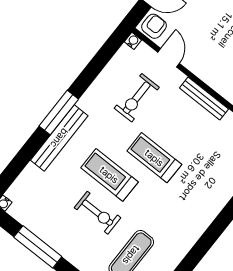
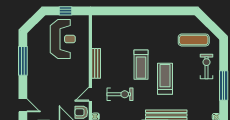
treadmill: (109, 175) -> (165, 79), turned 180
exercise bike: (98, 213) -> (206, 67), moved

